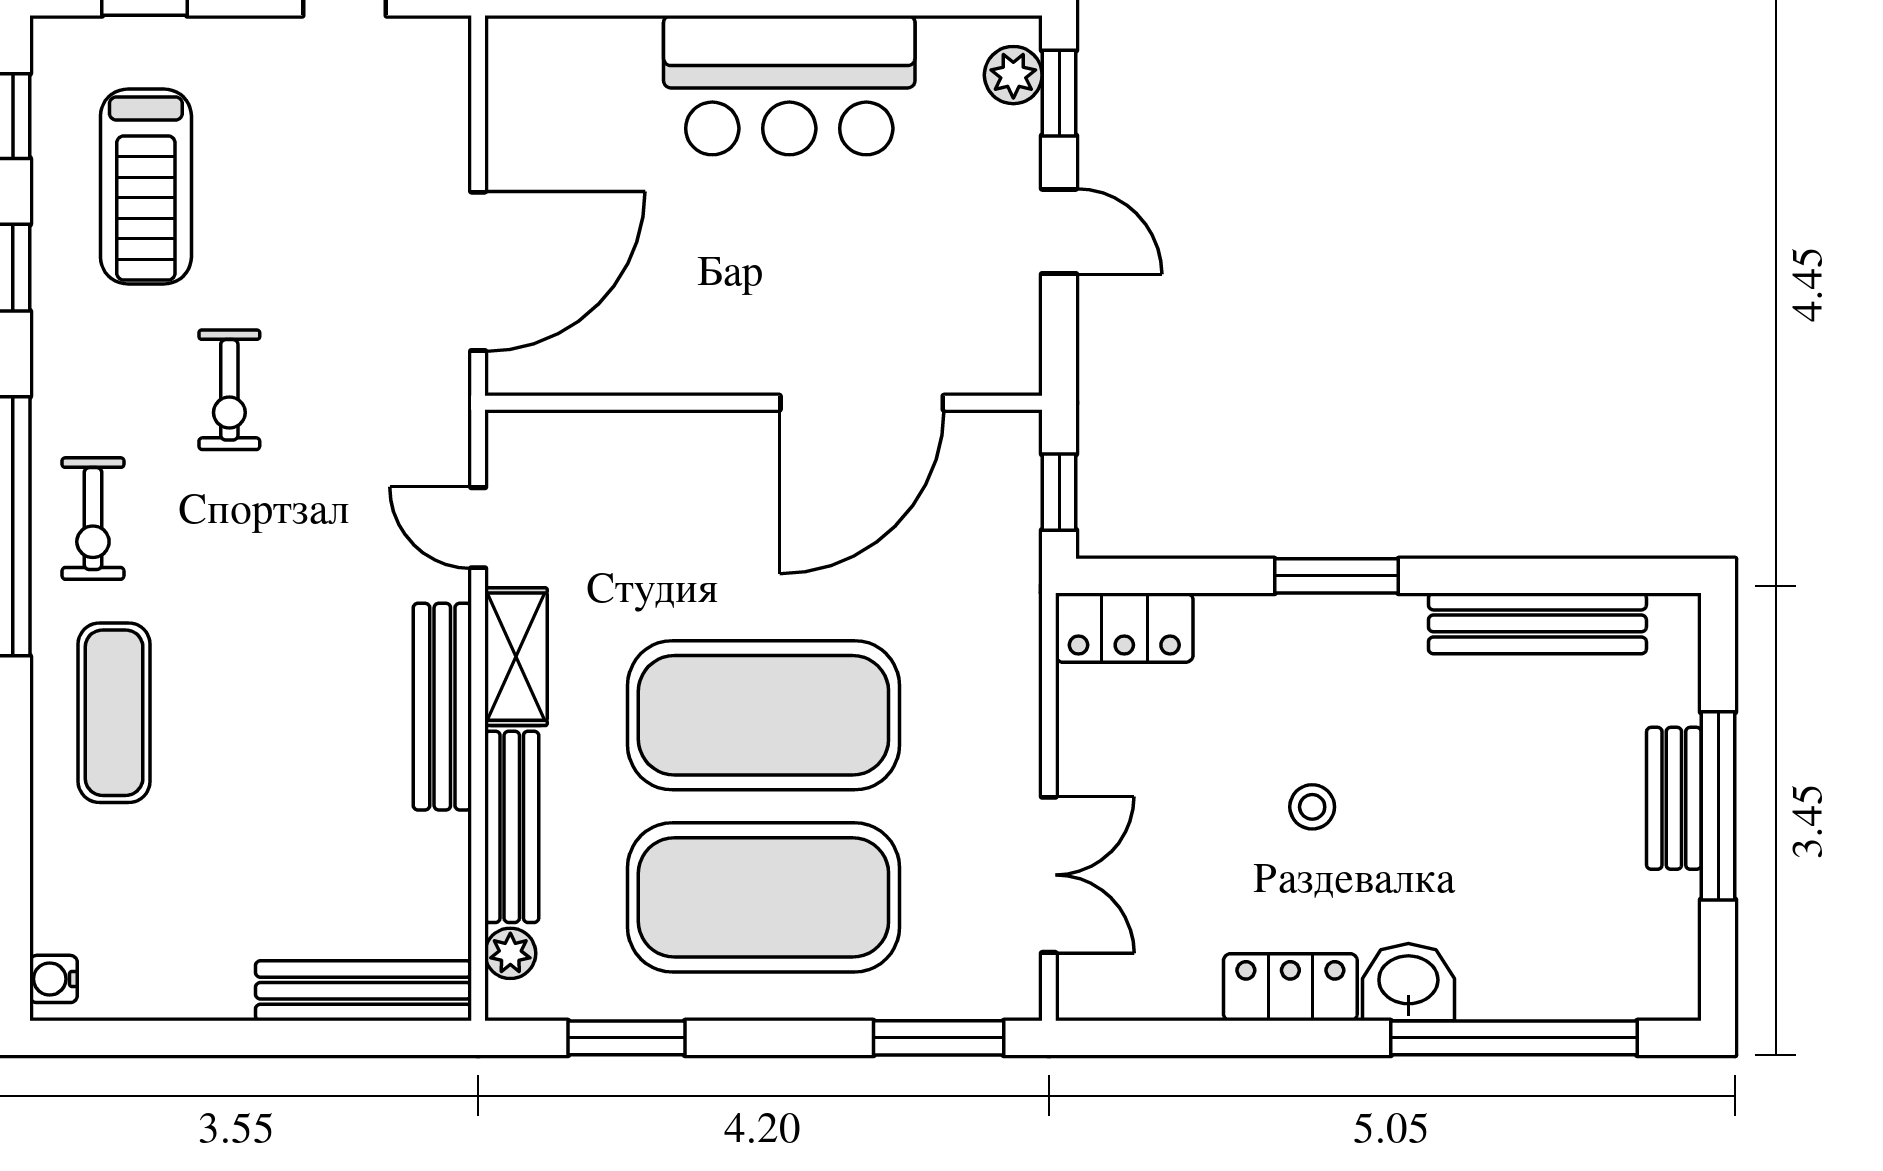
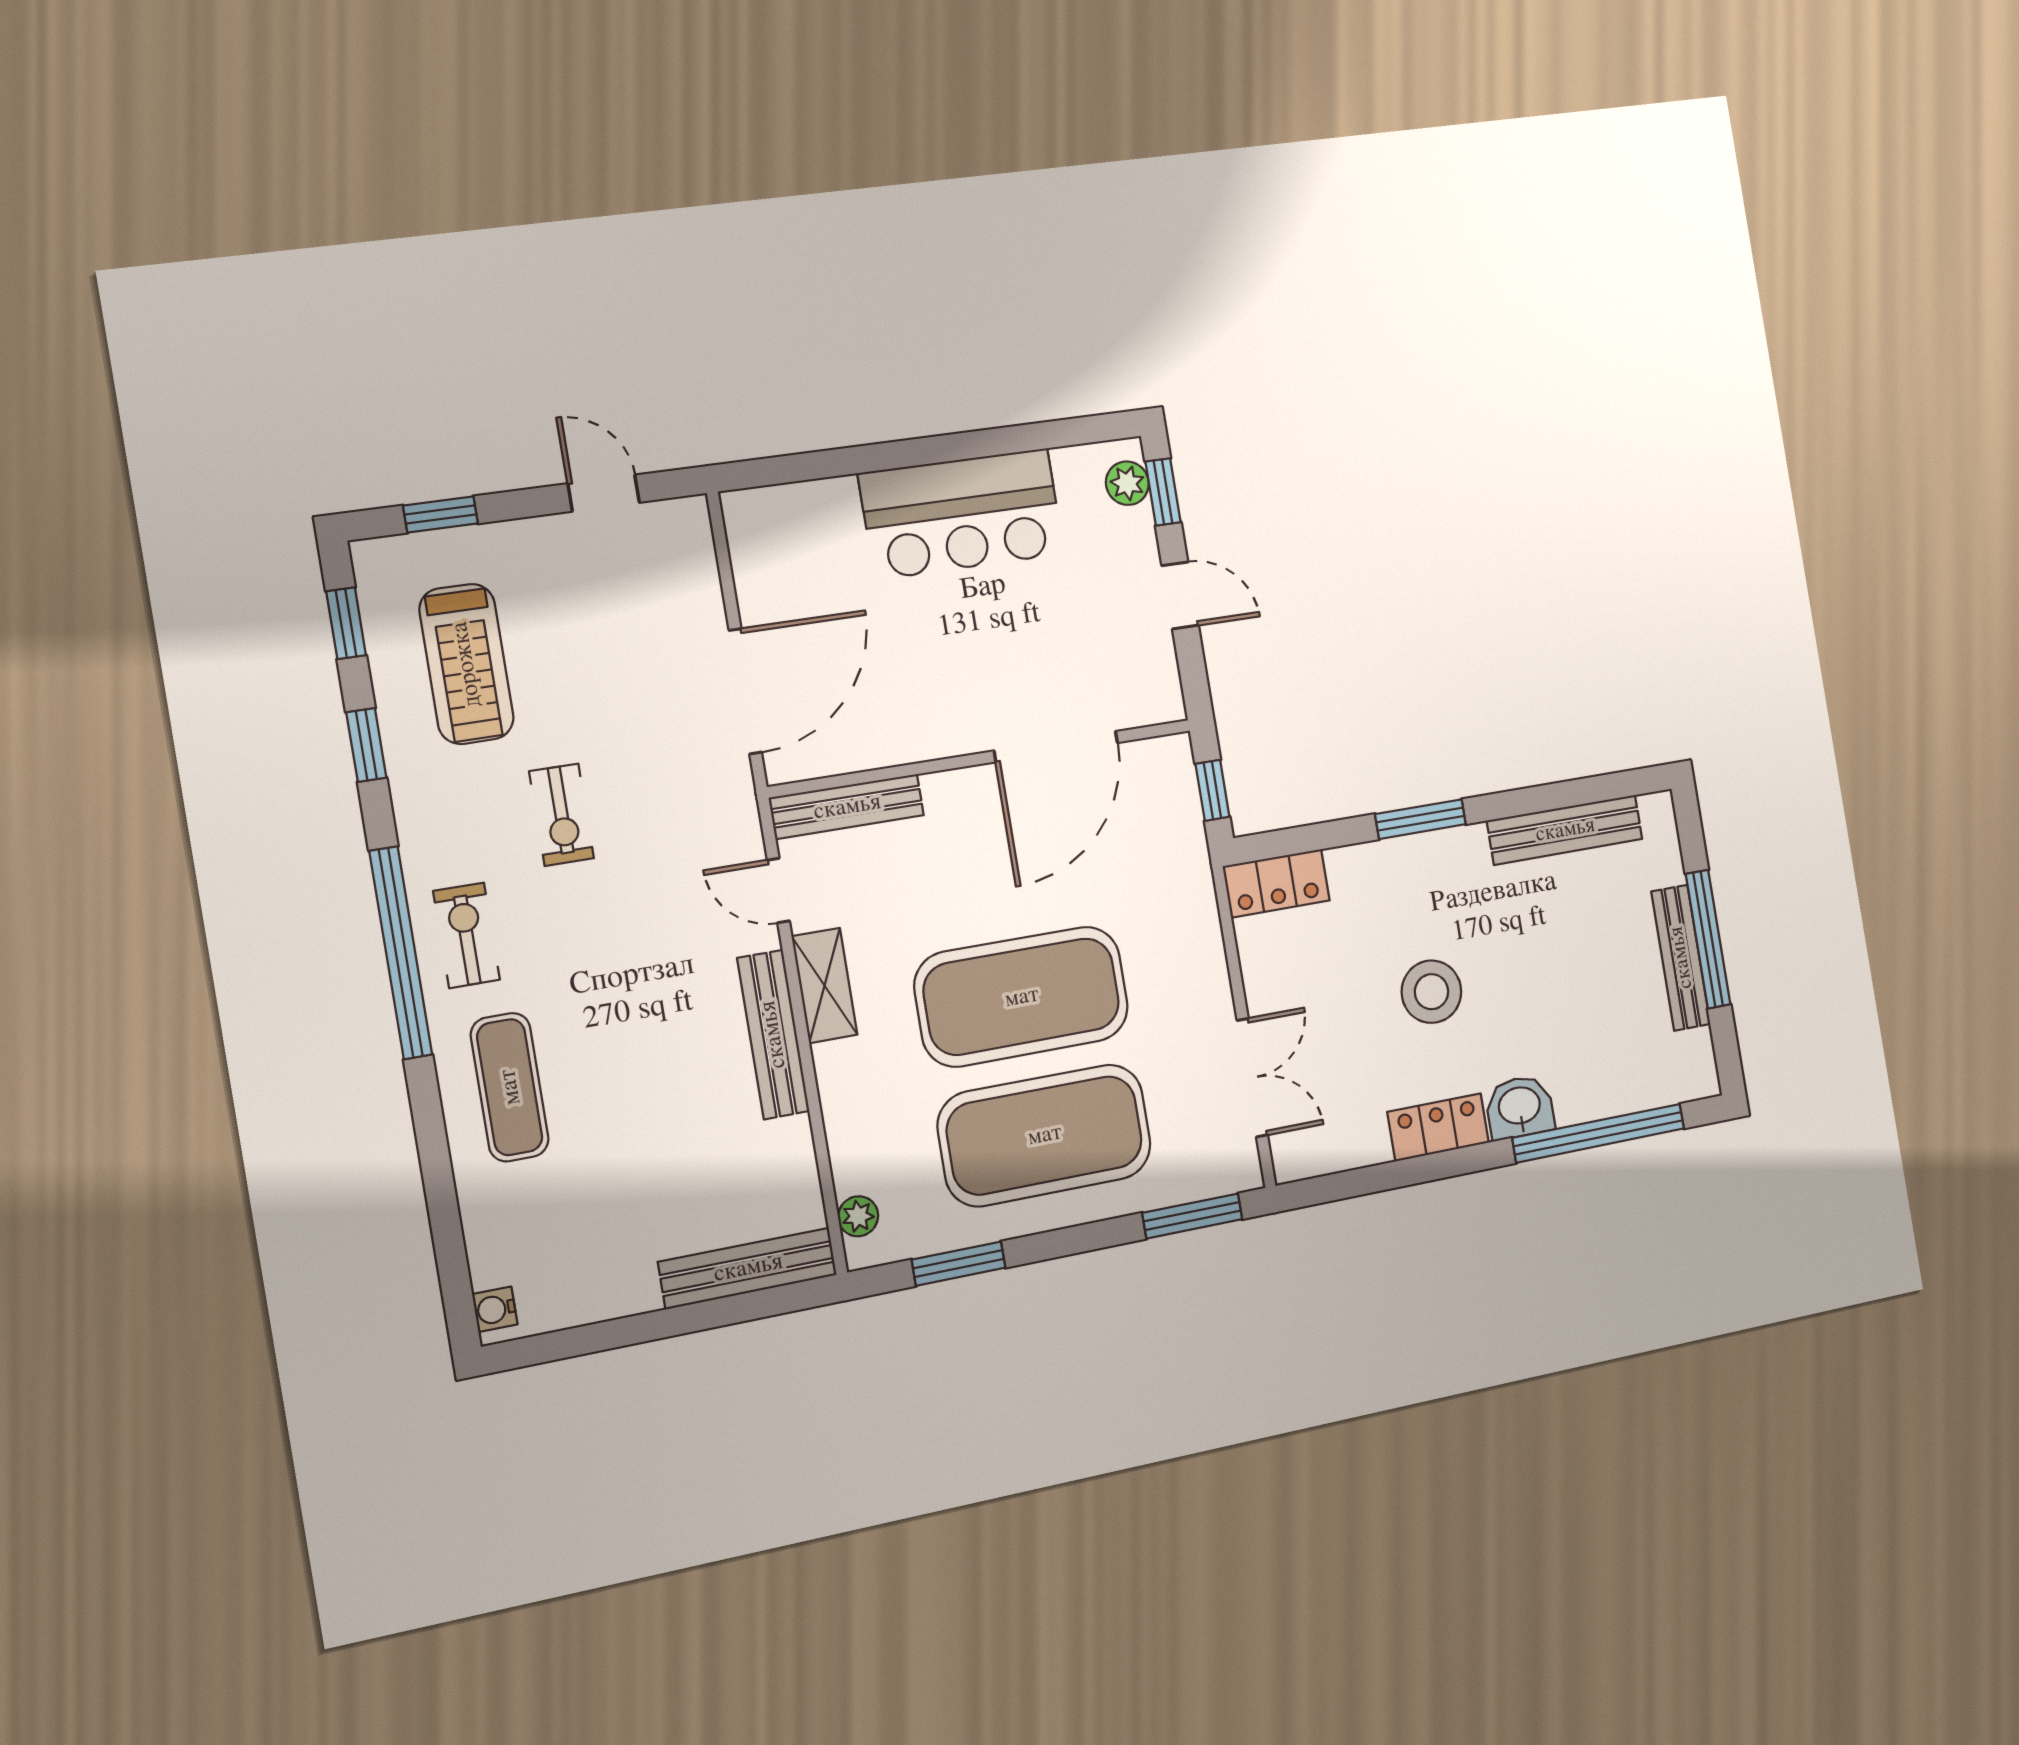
exercise bike: (93, 519) -> (467, 935), turned 180
bench: (1674, 798) -> (1681, 958), width x1.36
stool: (1312, 807) -> (1431, 992), width x1.89, depth x1.89
bench: (512, 827) -> (847, 807), moved, turned 90

